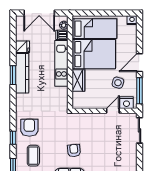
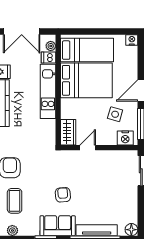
wardrobe: (78, 81) -> (68, 132), moved
door: (113, 111) -> (88, 148), moved

